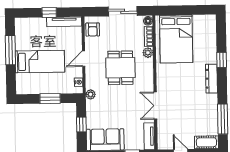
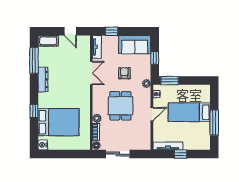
nightstand: (211, 20) -> (43, 145), added
armchair: (93, 30) -> (124, 73), moved
bed: (176, 39) -> (58, 122), moved, turned 90
dresser: (211, 79) -> (43, 80), moved
window: (50, 99) -> (170, 81), moved

